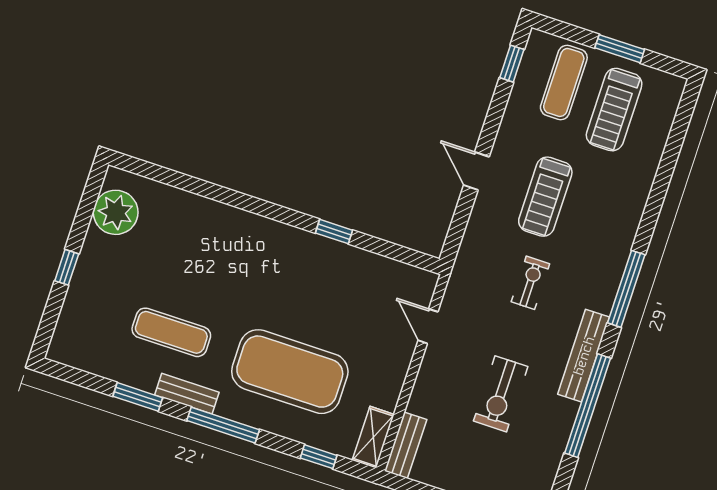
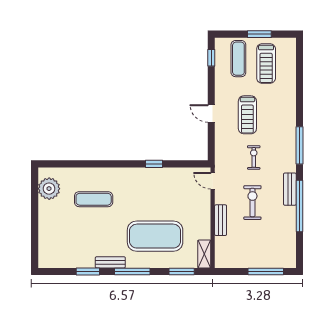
window: (67, 267) -> (35, 222), removed
door: (428, 326) -> (213, 181), moved
exercise mat: (171, 332) -> (94, 199), moved
bench: (584, 356) -> (290, 189), width x0.73
exercise bike: (501, 394) -> (252, 203), moved, turned 180
bench: (406, 445) -> (221, 220), moved
window: (319, 457) -> (182, 271), width x1.50

